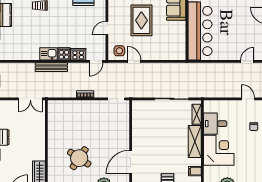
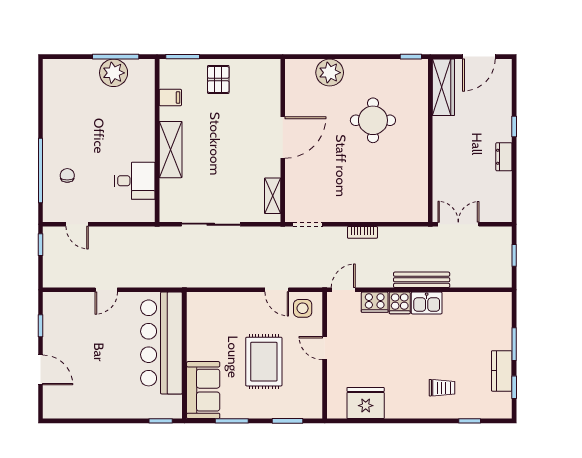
door: (107, 28) -> (325, 348), swing flipped
door: (247, 61) -> (106, 290), moved
shelving: (197, 114) -> (273, 196), moved
corner desk: (219, 150) -> (128, 134), removed
round table: (79, 158) -> (373, 120), turned -34
door: (131, 162) -> (283, 137), moved

